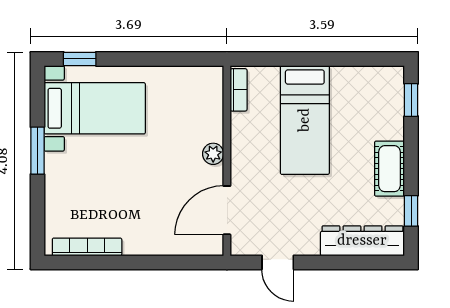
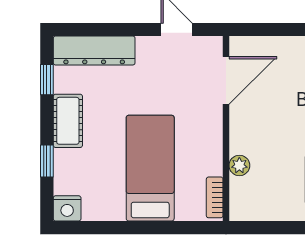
nightstand: (390, 79) -> (67, 208), added
window: (411, 100) -> (47, 161), moved
plant: (213, 154) -> (239, 165), moved

